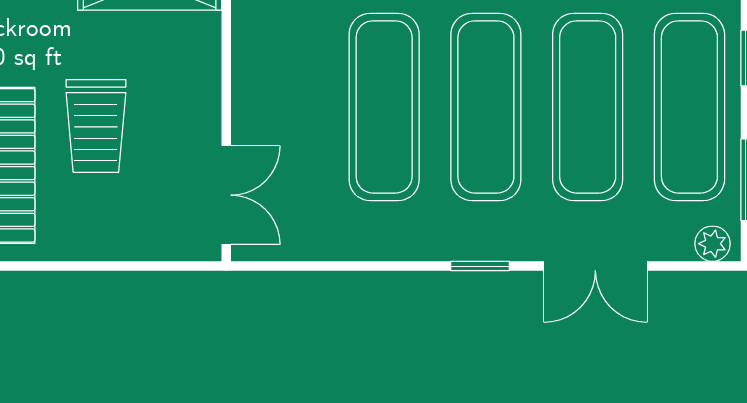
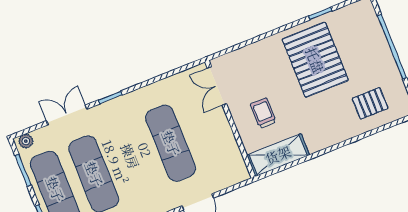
exercise mat: (486, 107) -> (132, 158), removed
trolley: (96, 126) -> (263, 113), moved, width x0.73, depth x0.72

